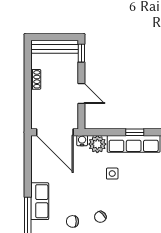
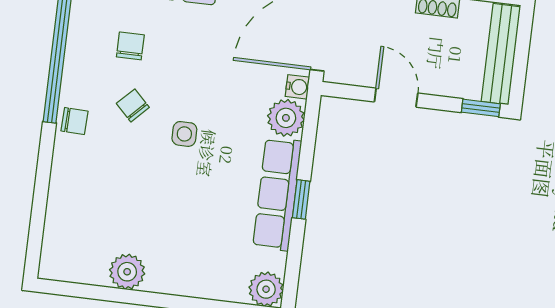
door: (81, 94) -> (396, 98), swing flipped
side table: (112, 174) -> (184, 134), moved

